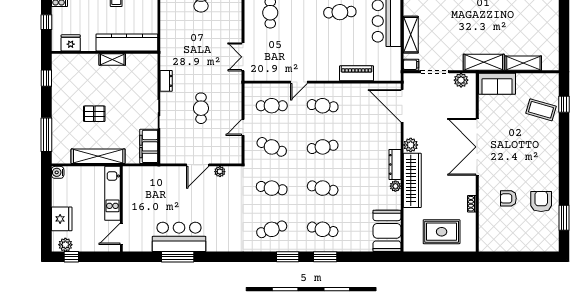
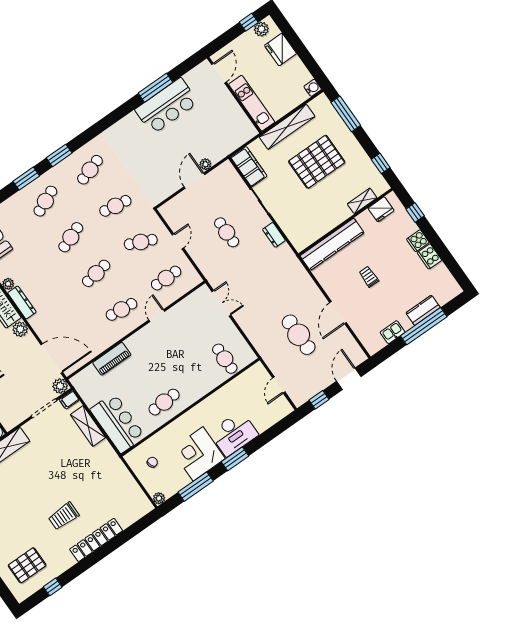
shelving: (112, 59) -> (362, 201), moved
plant: (461, 80) -> (60, 386), moved
pallet: (94, 114) -> (317, 162), width x2.05, depth x2.00
plant: (220, 172) -> (205, 164), moved
cafe table: (323, 188) -> (71, 237), turned -33
cafe table: (323, 229) -> (45, 201), turned -36

